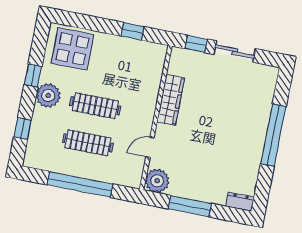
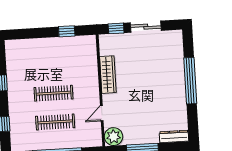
display table: (73, 49) -> (26, 56), removed
plant: (48, 95) -> (17, 95), removed
dresser: (240, 202) -> (174, 136), width x1.44

